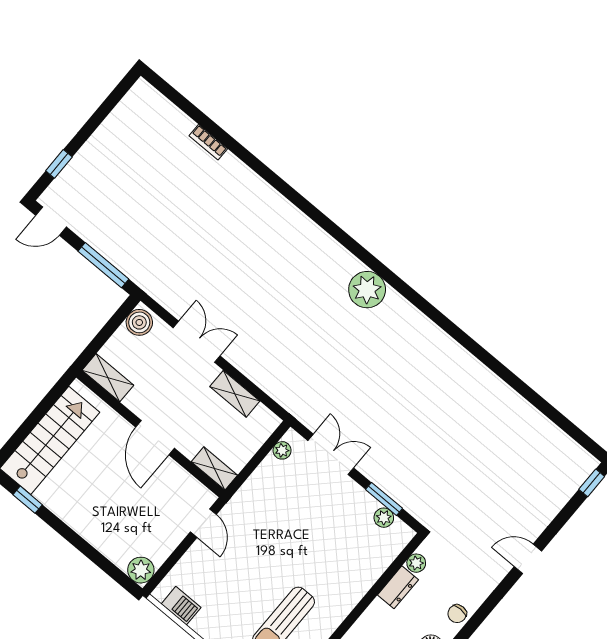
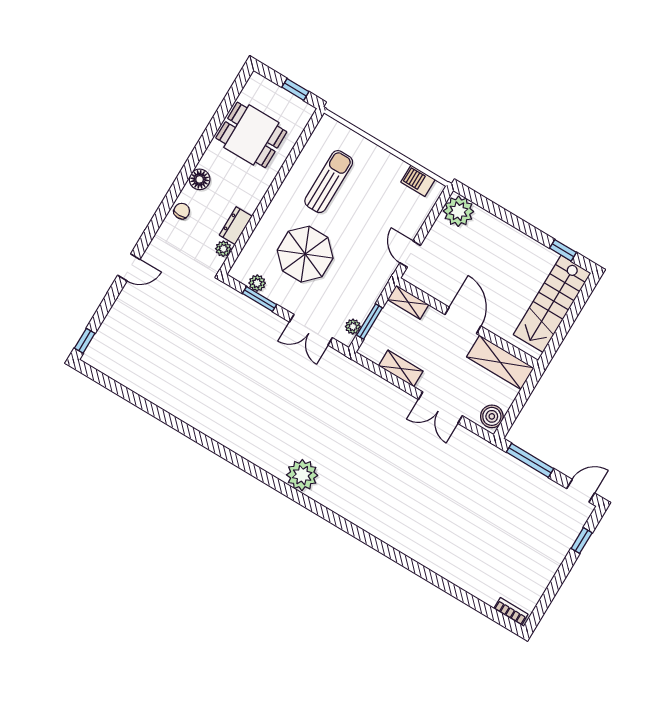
bookcase: (208, 142) -> (511, 611), moved
shelving: (108, 378) -> (500, 362), width x1.50, depth x1.33
window: (262, 453) -> (370, 321), added
parasol: (324, 542) -> (305, 254), added
plant: (141, 570) -> (458, 211), width x1.36, depth x1.36

